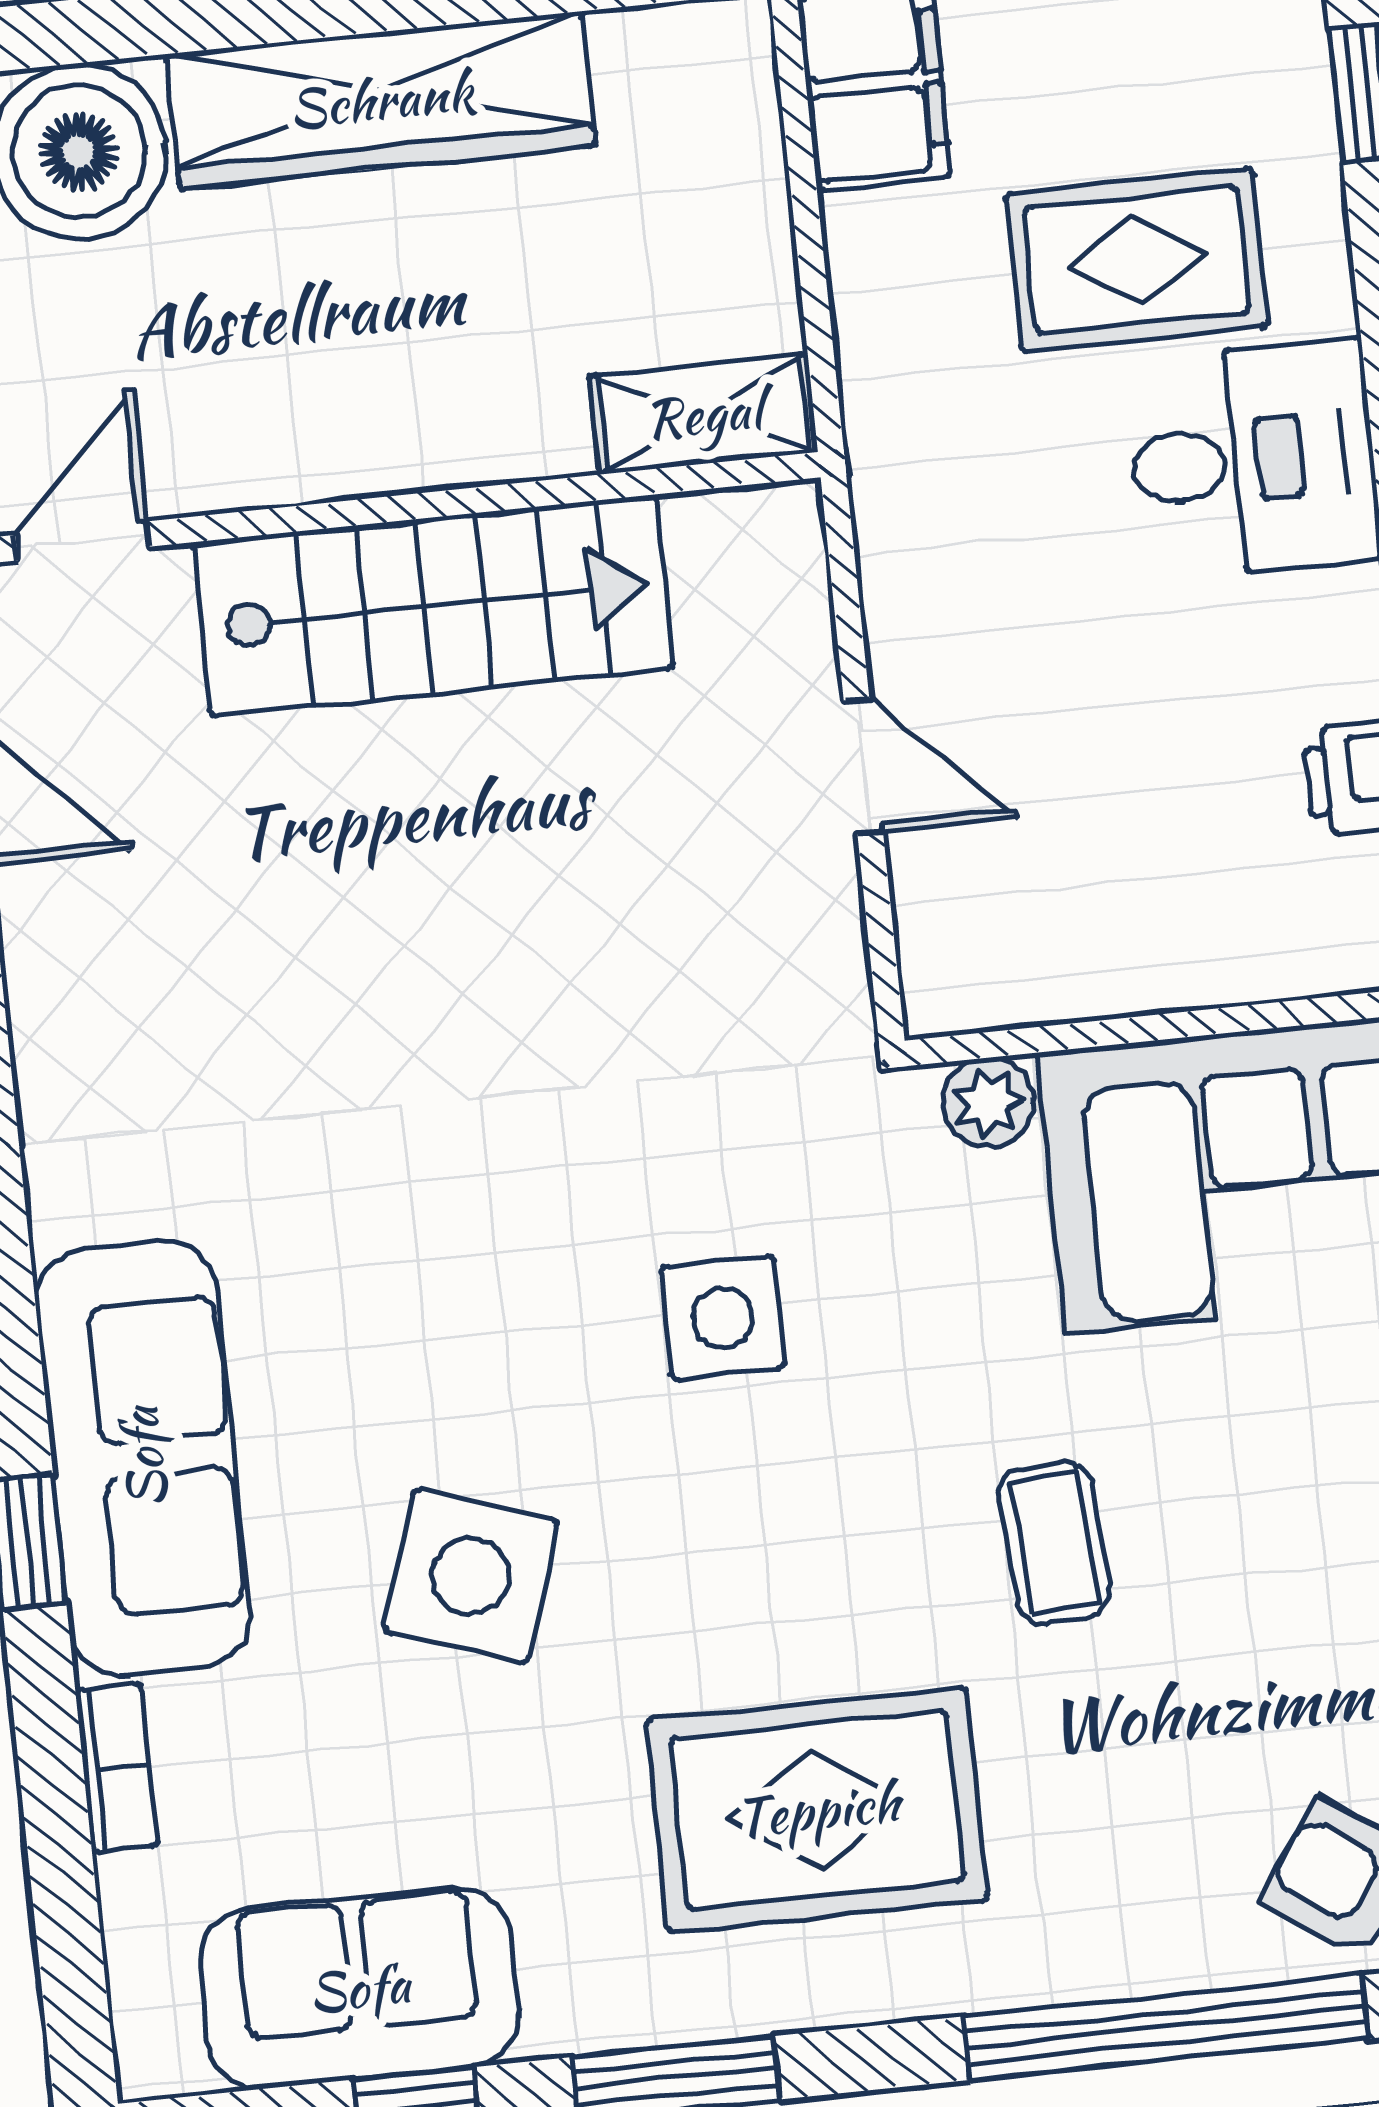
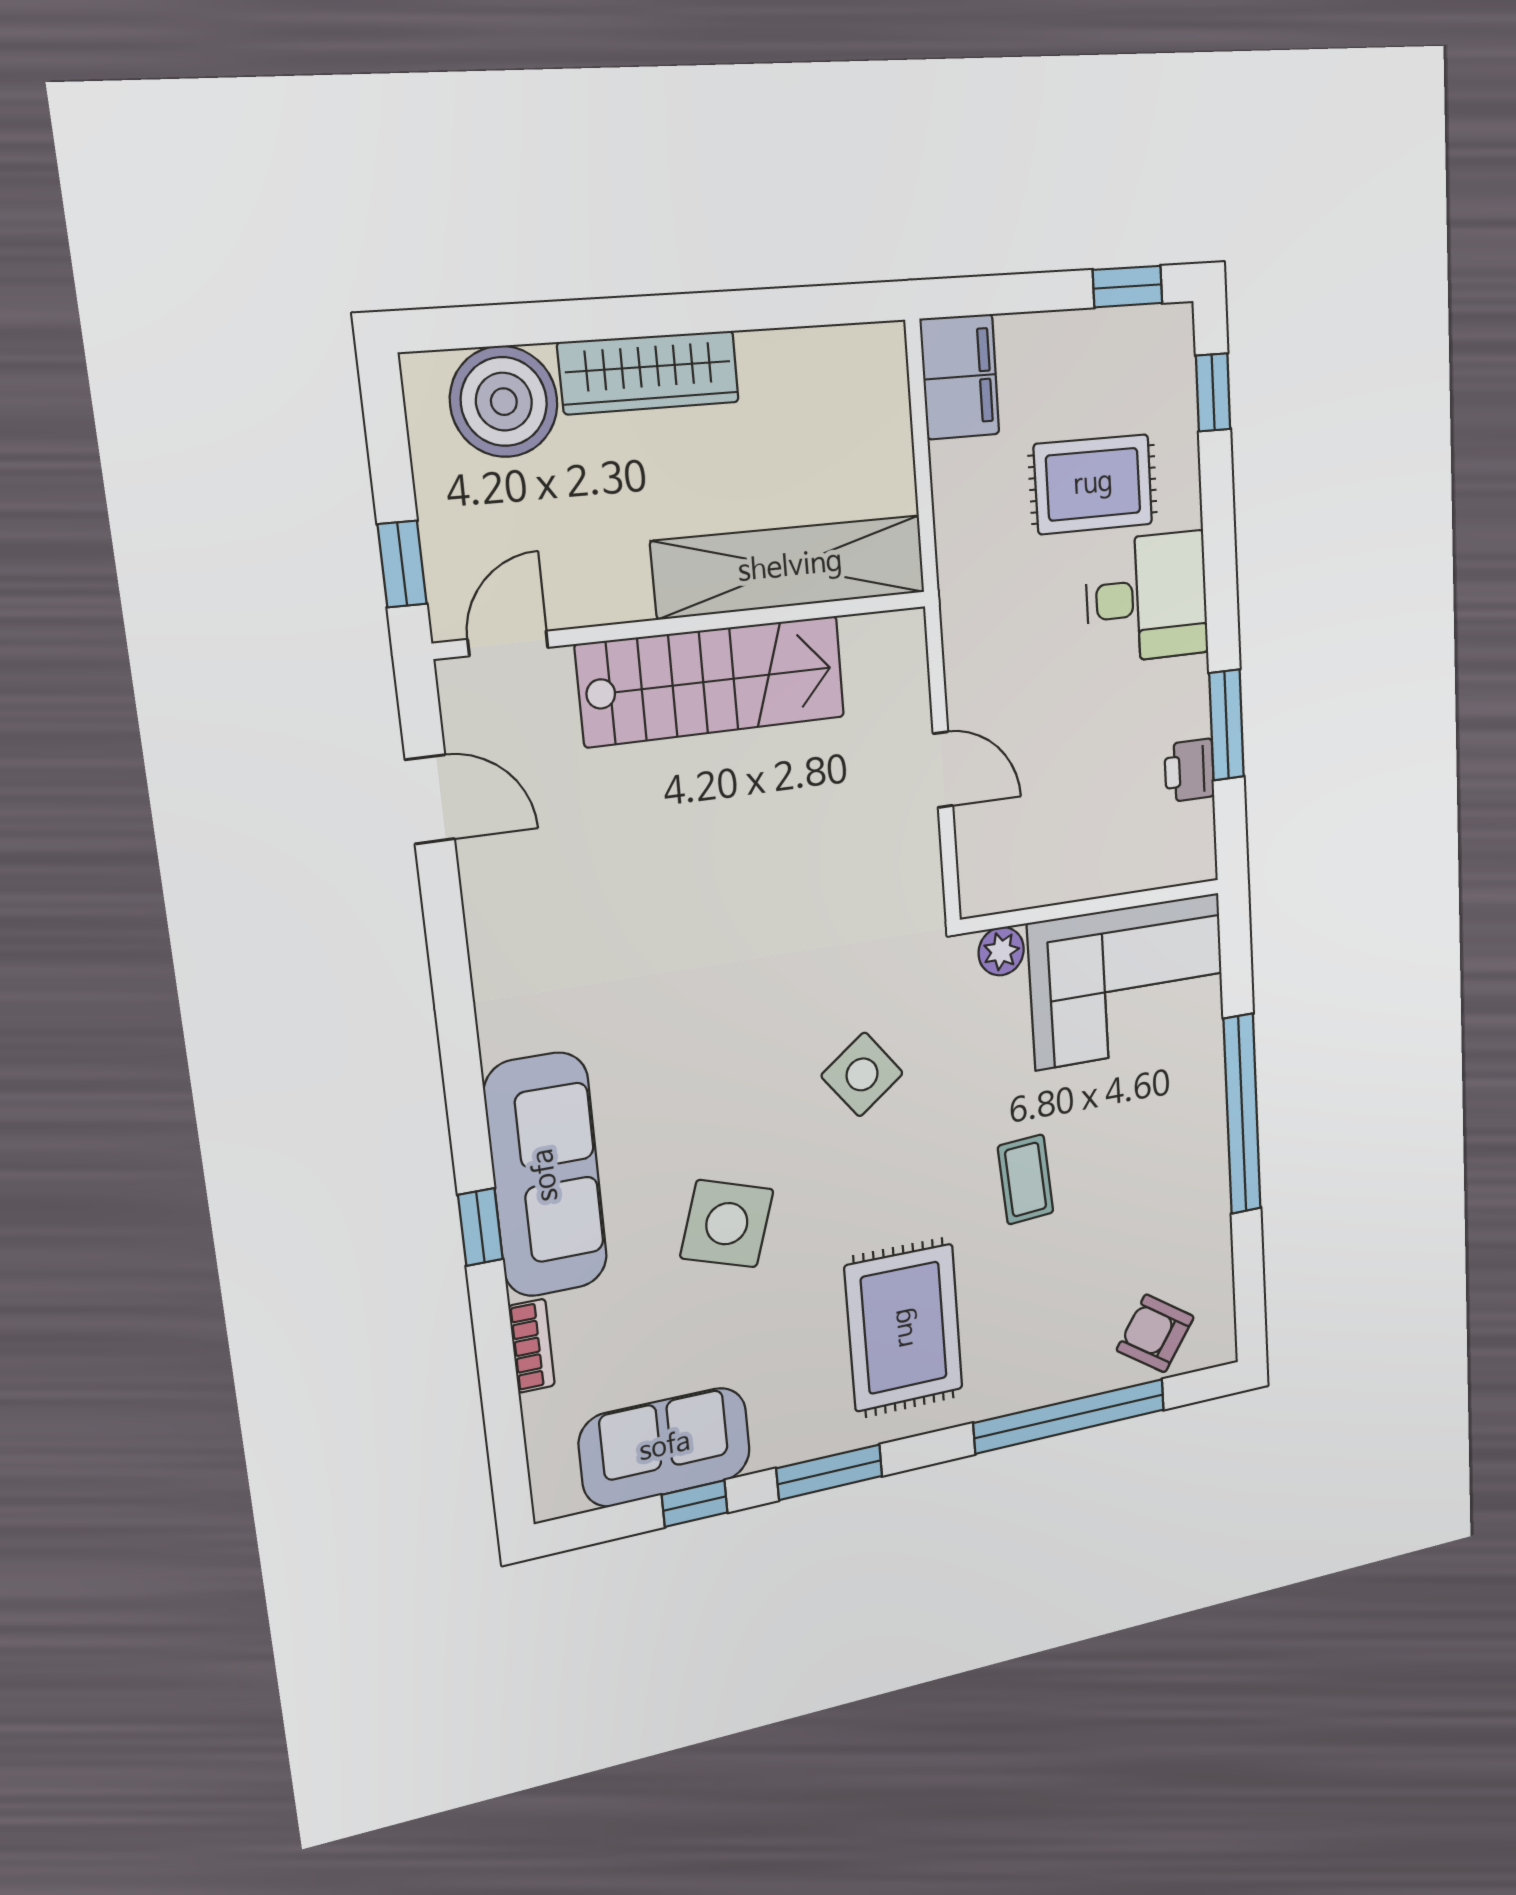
wardrobe: (381, 100) -> (649, 372), width x0.71, depth x0.85
shelving: (703, 414) -> (790, 567), width x2.20, depth x1.33
side table: (723, 1317) -> (862, 1074), turned -37
rug: (817, 1810) -> (904, 1328), turned 90

